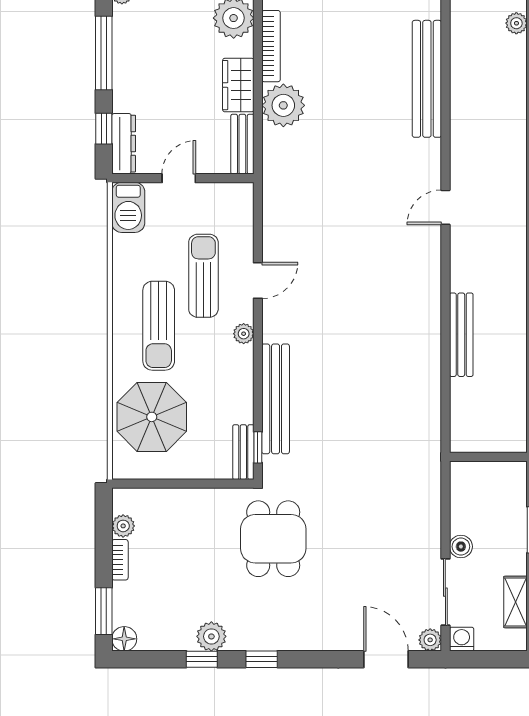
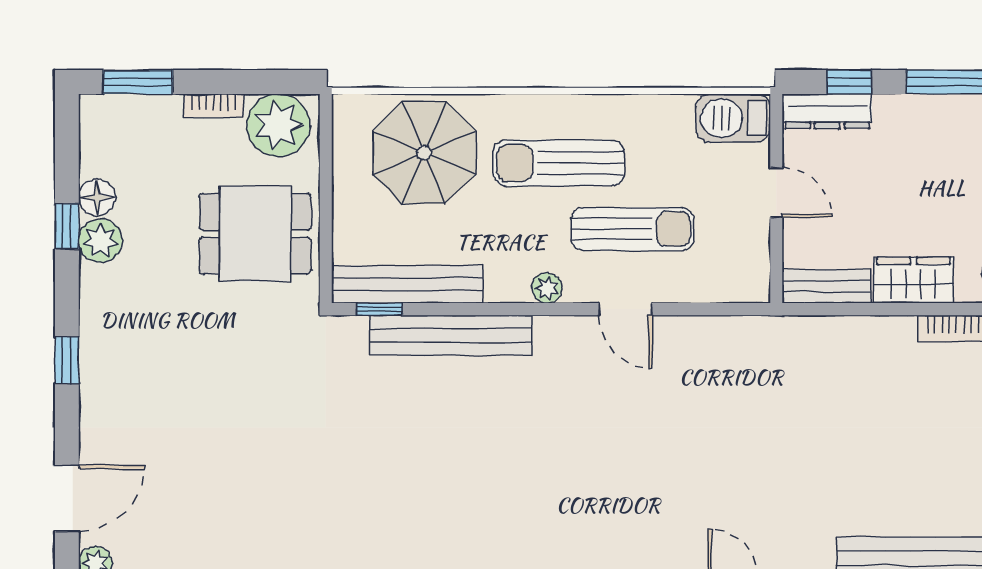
plant: (283, 105) -> (884, 347), removed
bench: (243, 452) -> (407, 284), width x1.86, depth x1.21
plant: (123, 526) -> (278, 125), width x1.87, depth x1.87
dining table: (273, 539) -> (255, 234), moved
floor lamp: (124, 639) -> (97, 197), moved
window: (262, 659) -> (67, 360), moved

